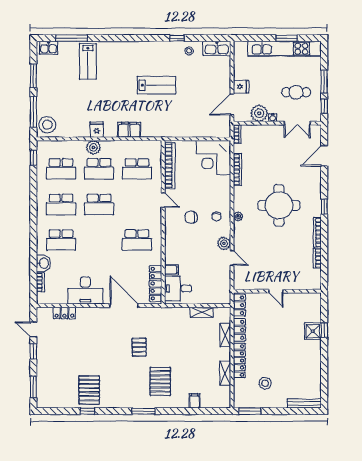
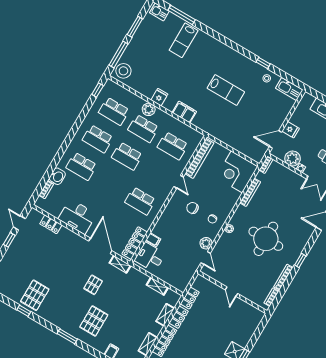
door: (276, 291) -> (231, 292), moved
wall: (277, 291) -> (233, 292), moved
shelving: (153, 312) -> (120, 264), added

